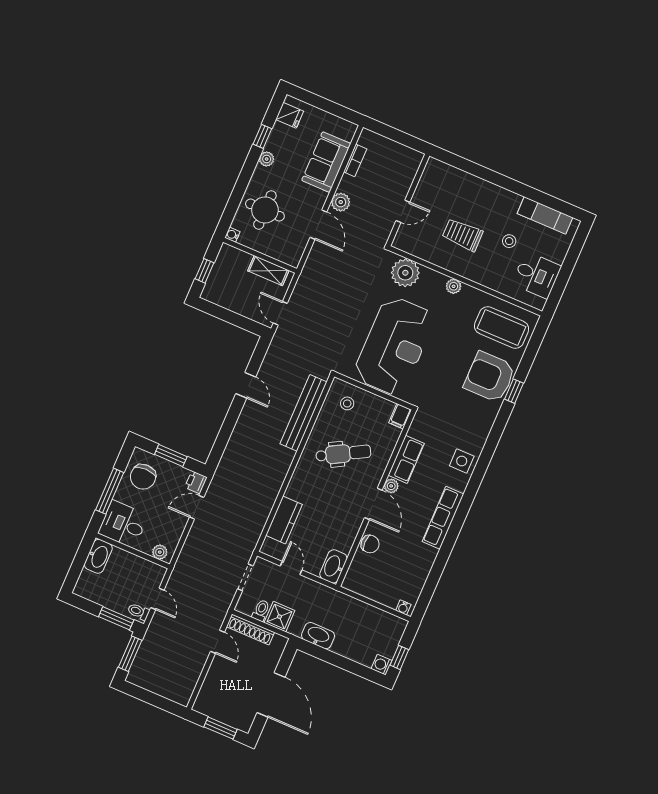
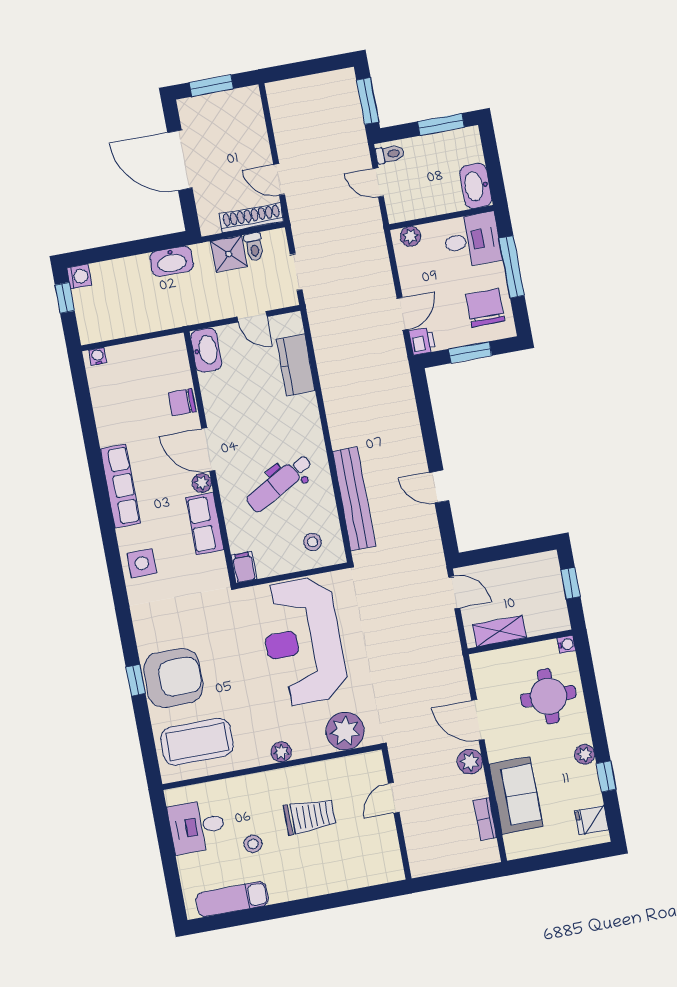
window: (116, 618) -> (441, 124), moved

